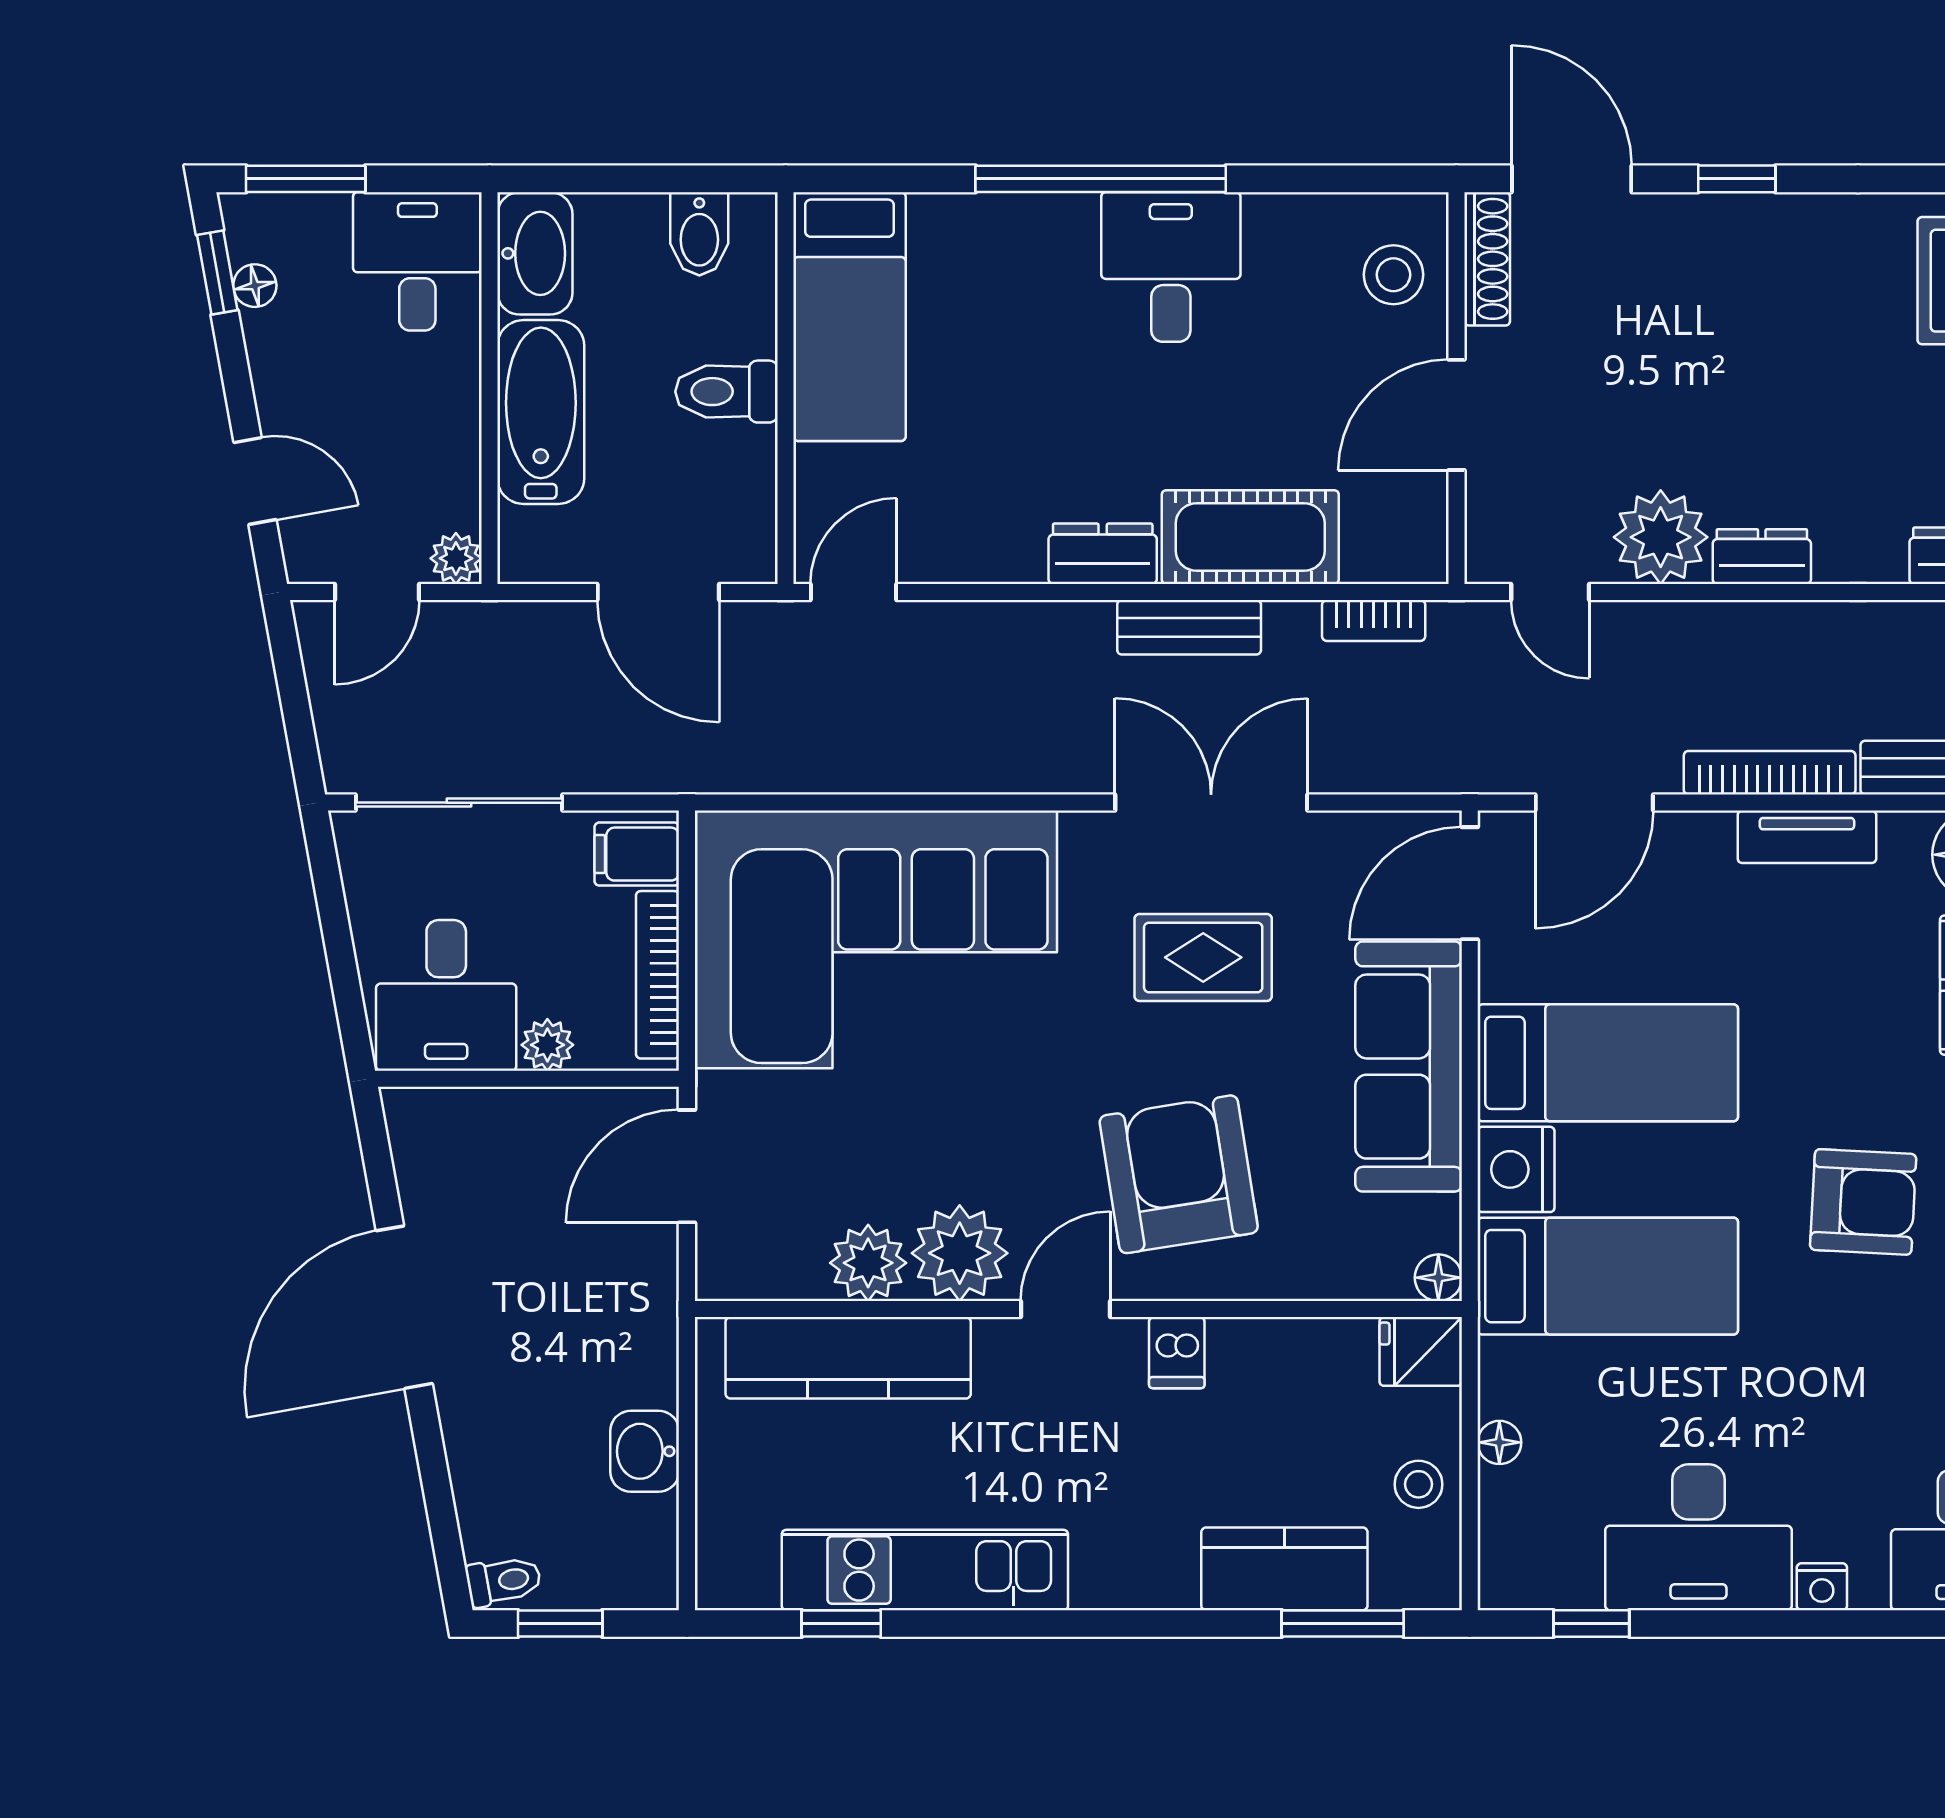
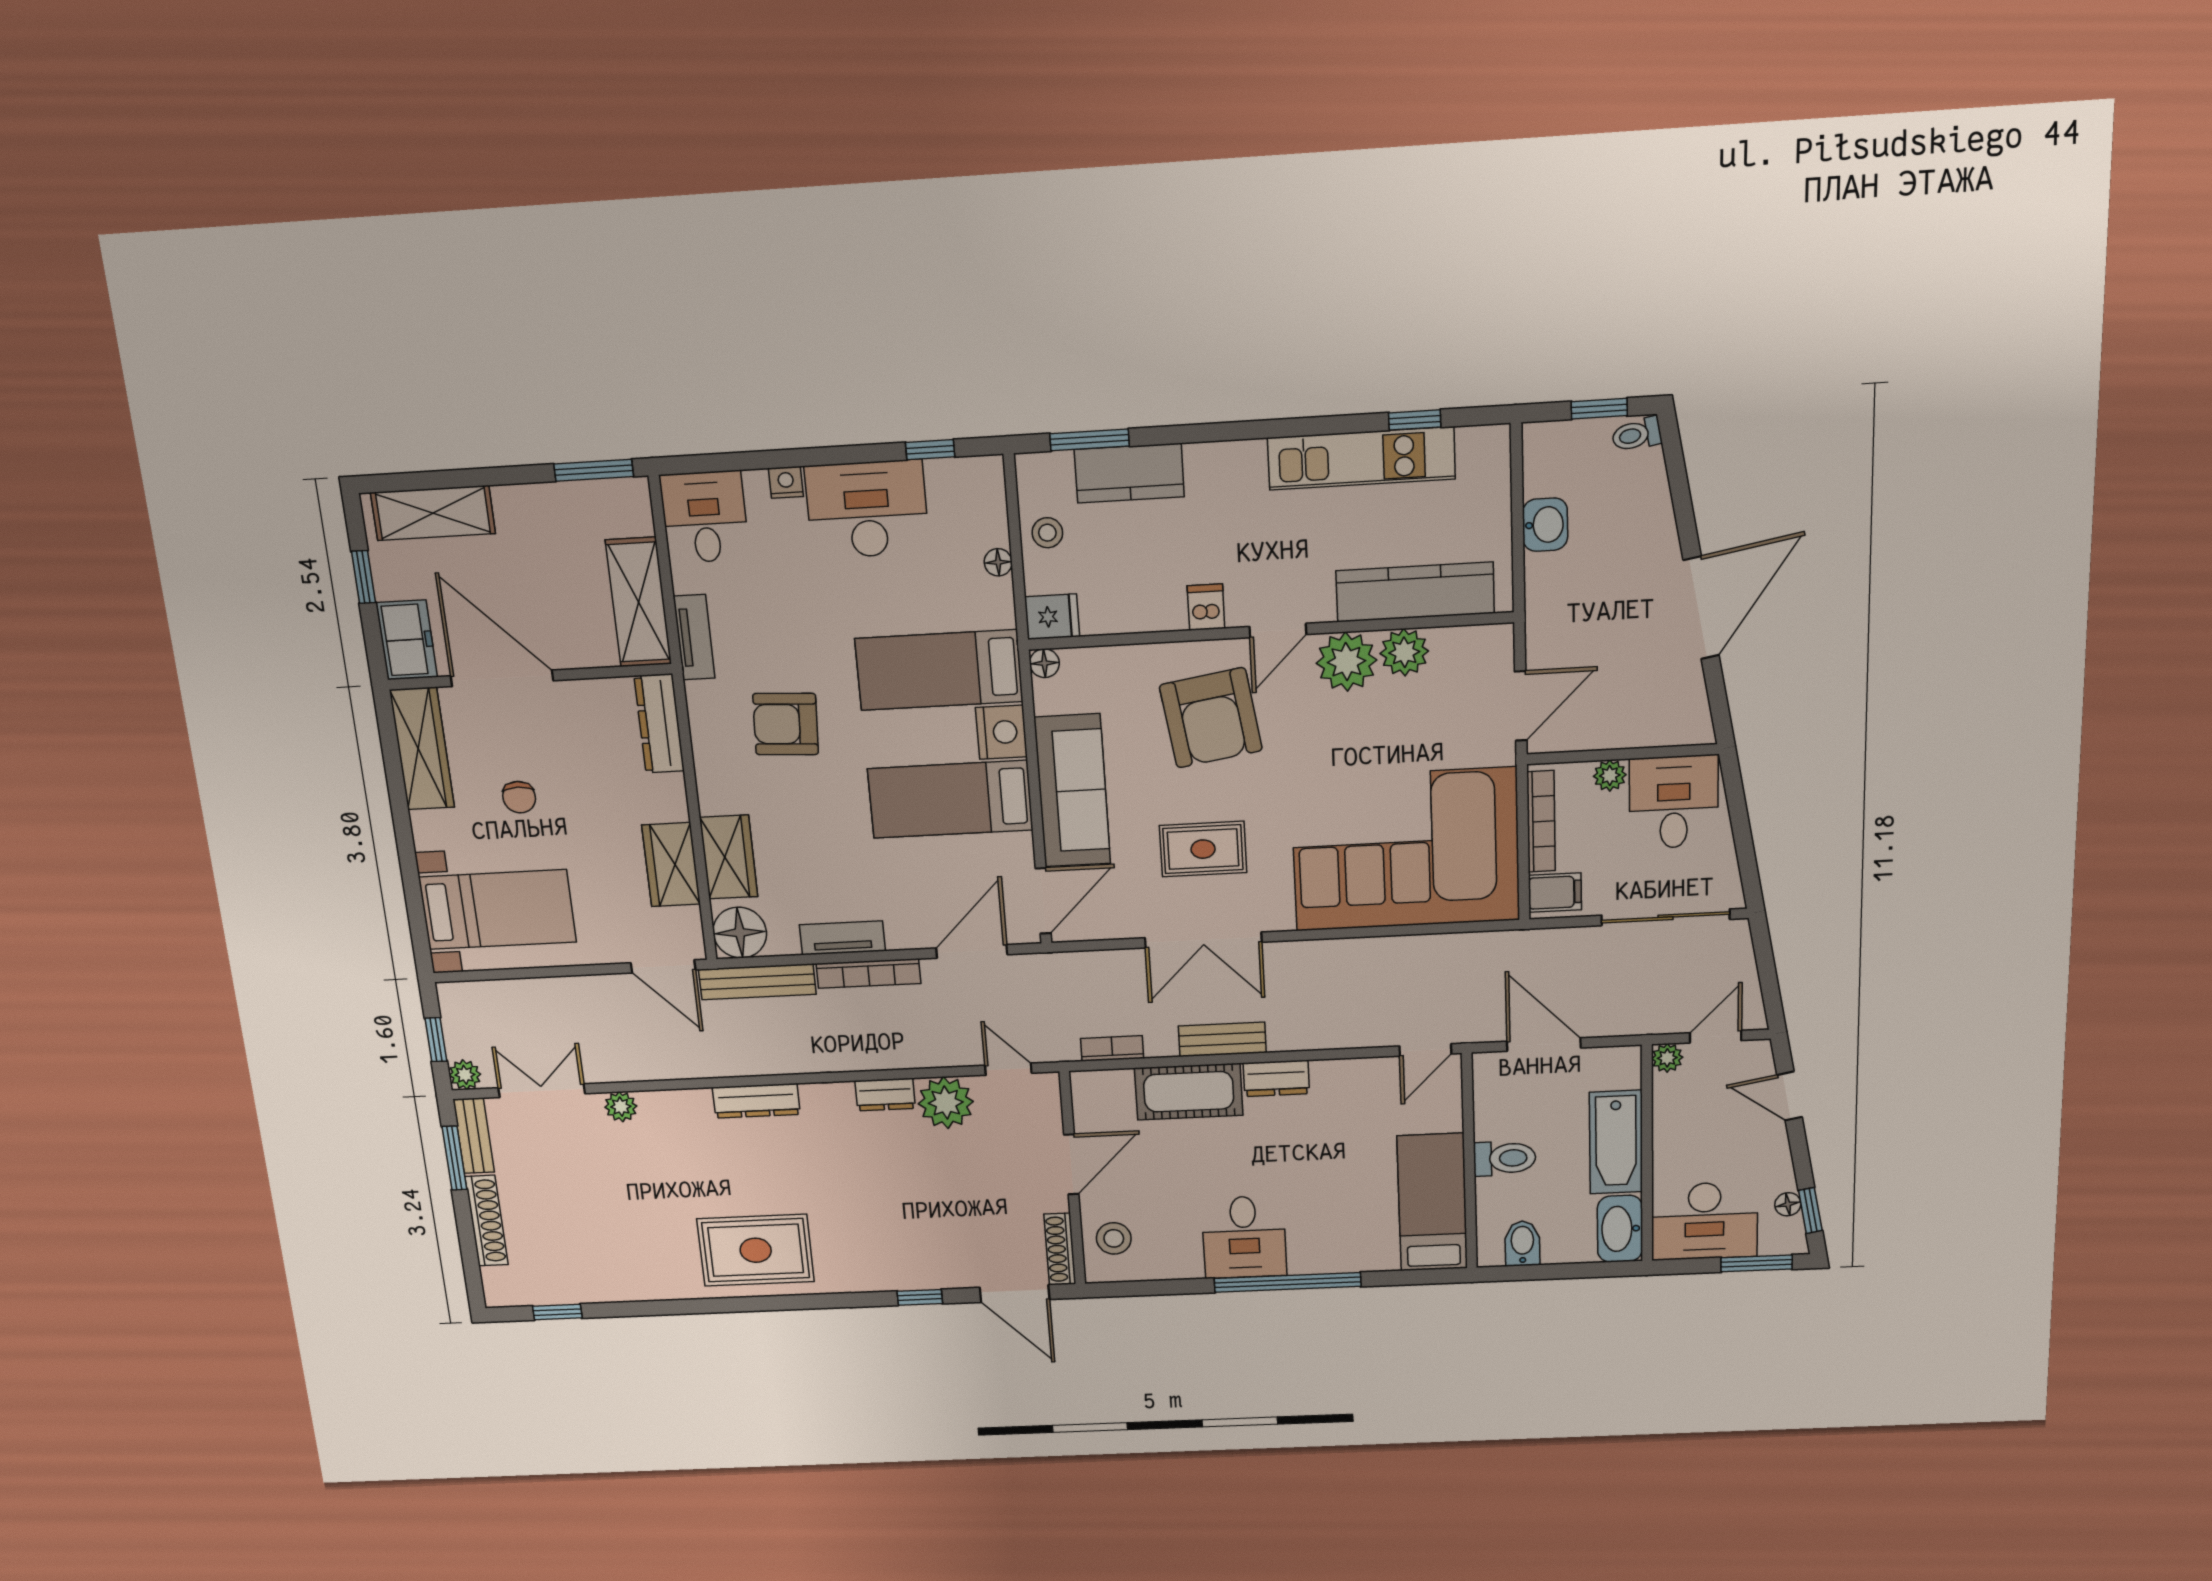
desk: (417, 261) -> (1704, 1221), width x1.37

